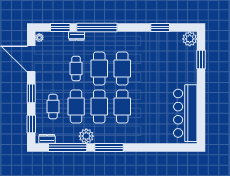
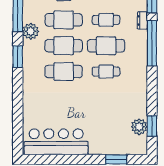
window: (160, 27) -> (152, 126), moved
plant: (190, 39) -> (139, 127), moved
cafe table: (122, 68) -> (106, 71), width x0.73, depth x0.74
window: (109, 148) -> (18, 57), width x0.69

